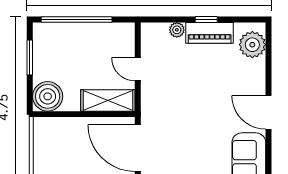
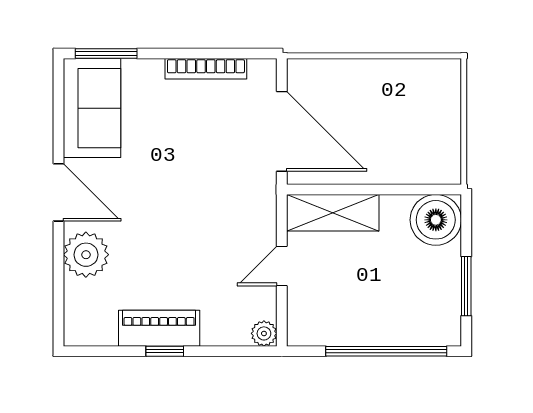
plant: (177, 30) -> (264, 333), moved
plant: (252, 45) -> (86, 255), moved
door: (138, 69) -> (282, 266), swing flipped

